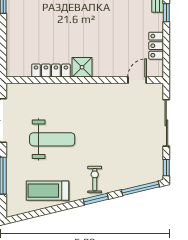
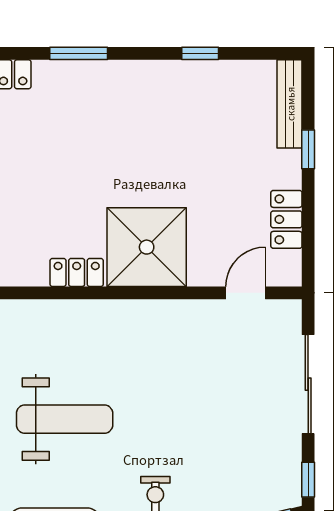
shower: (82, 67) -> (147, 247), width x1.86, depth x1.86
locker: (51, 71) -> (77, 272), width x0.66

